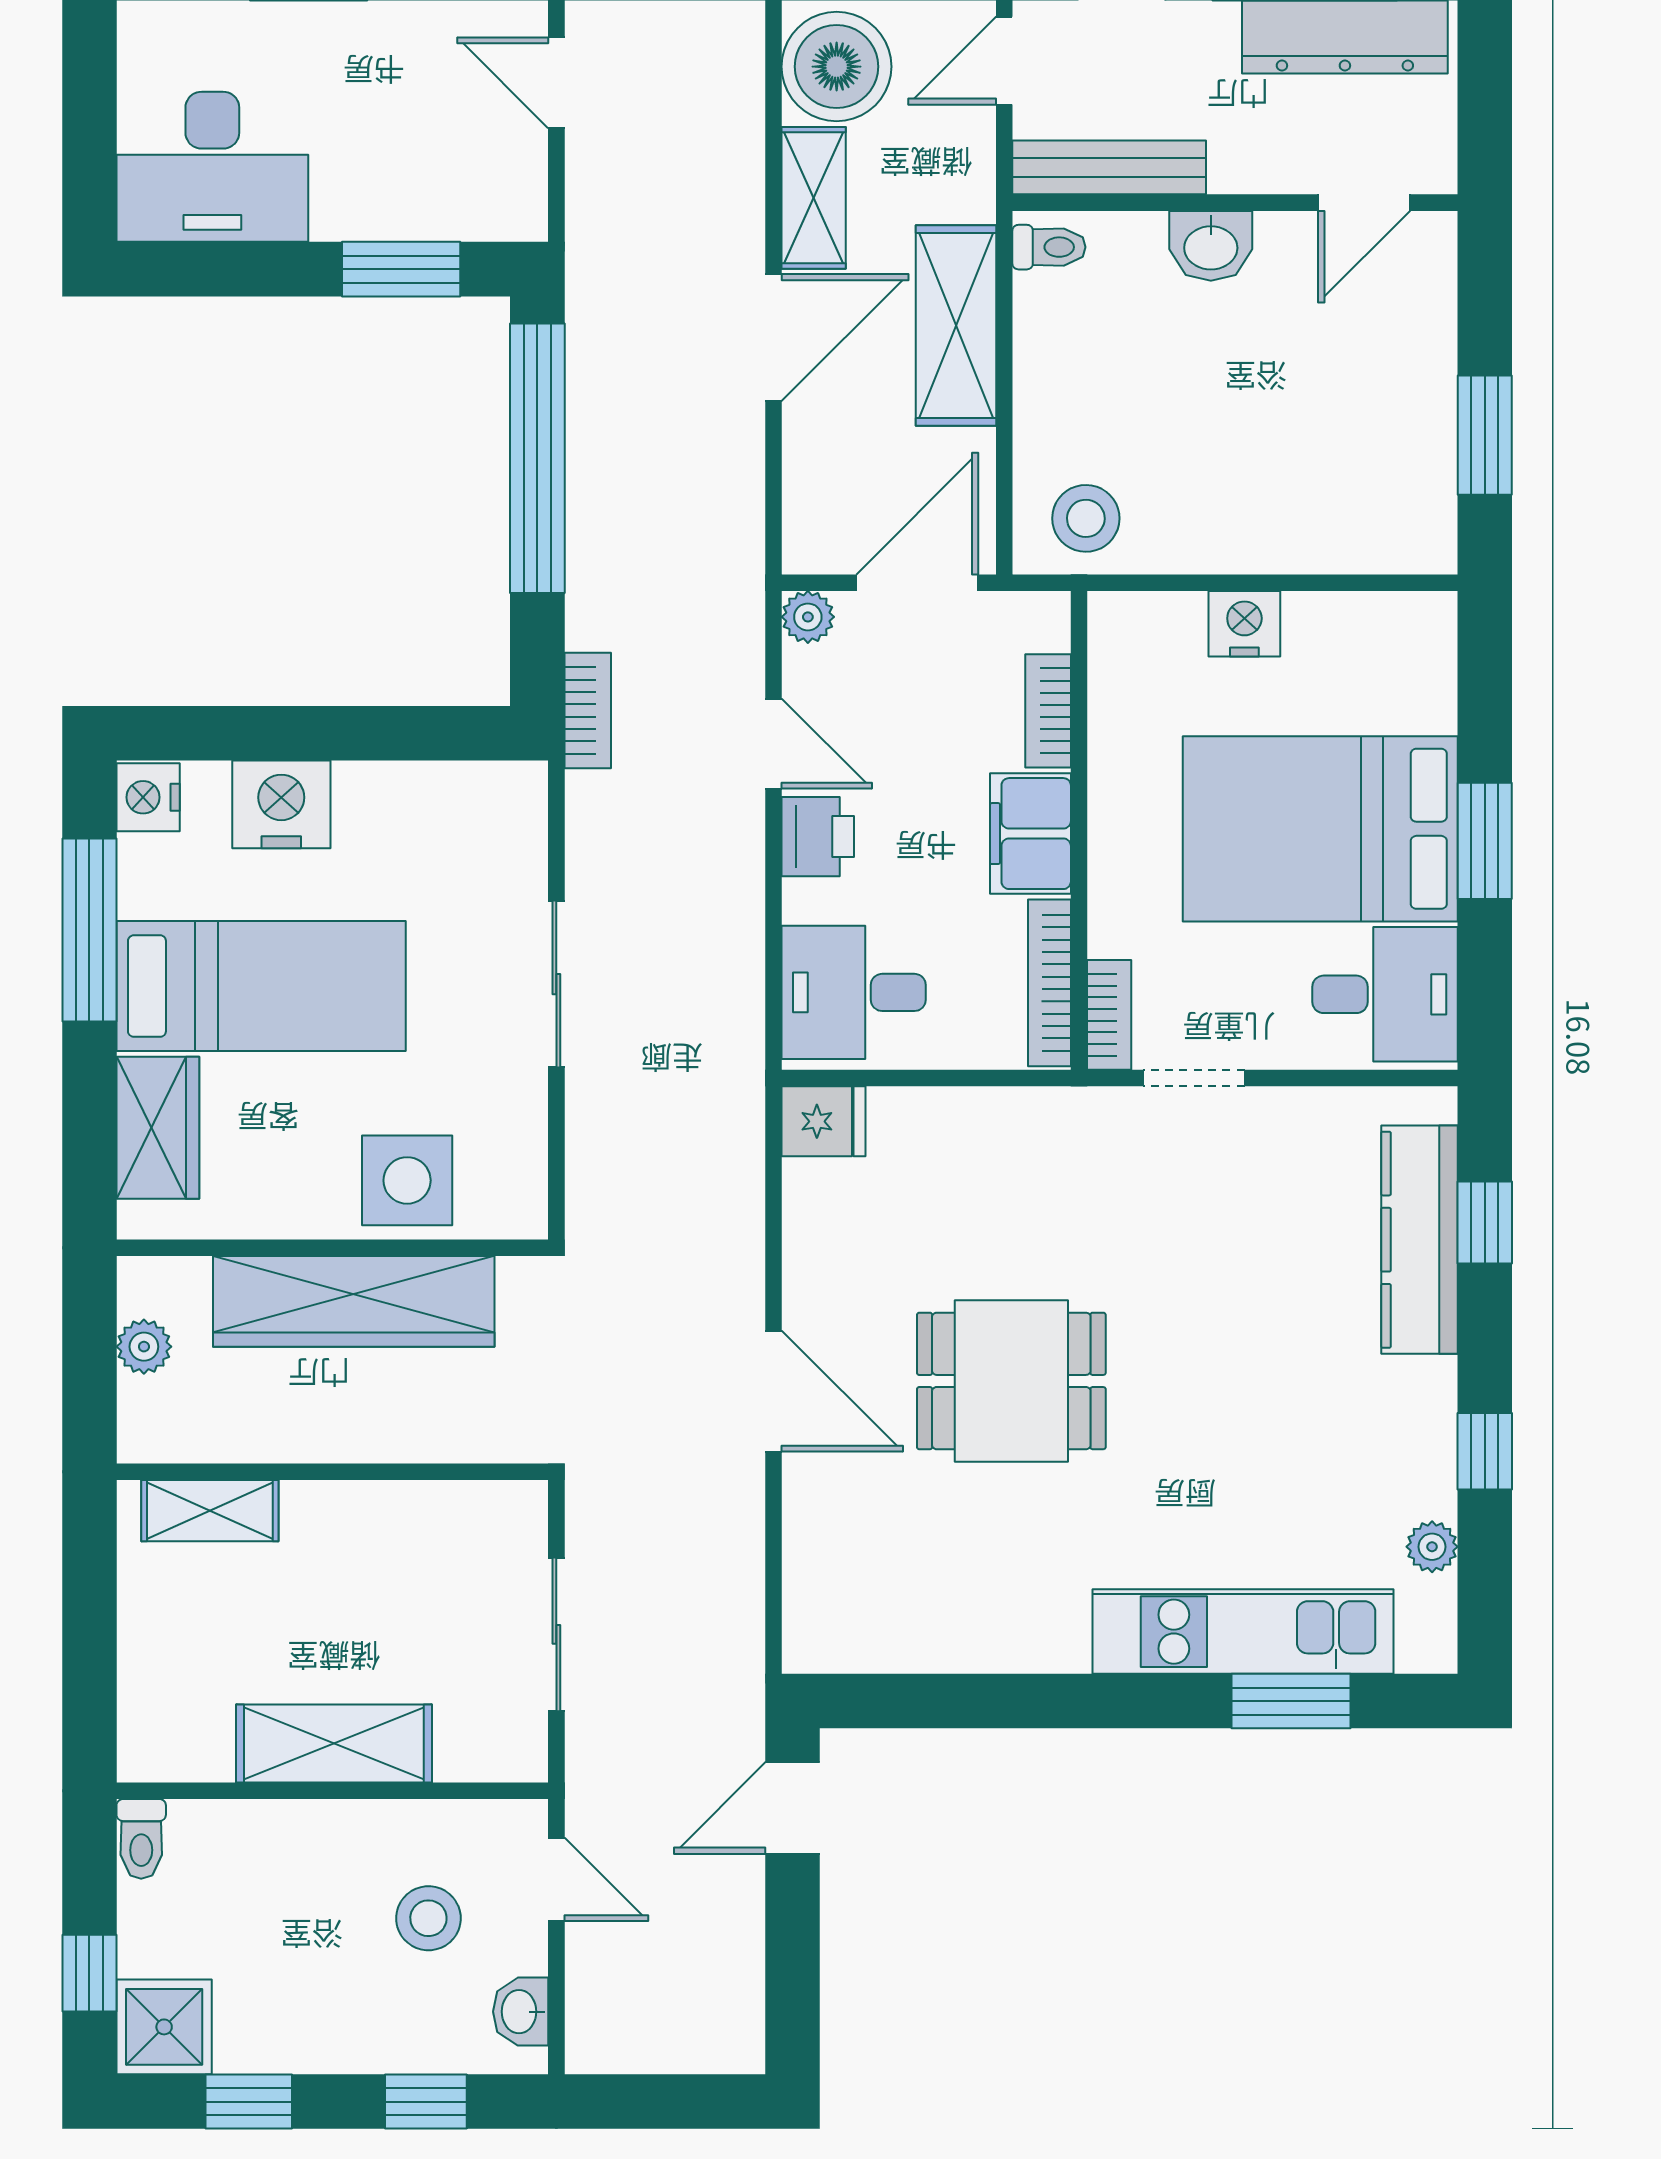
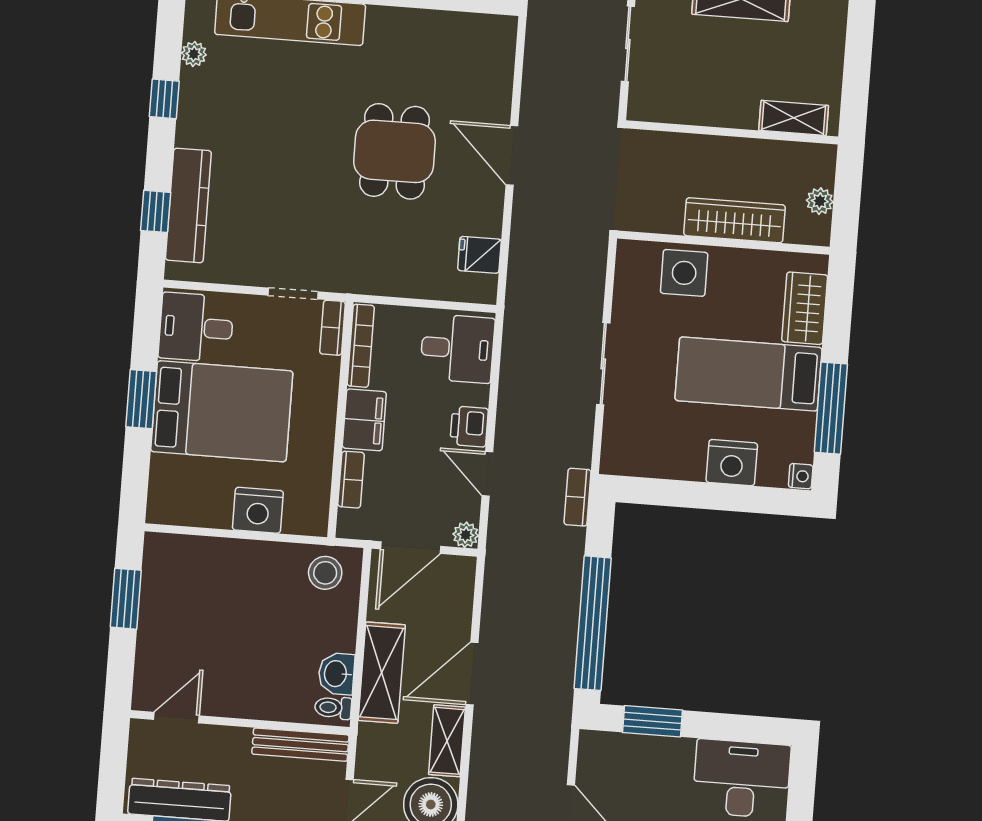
washbasin: (1211, 246) -> (336, 674), moved, turned -90
nightstand: (1244, 624) -> (258, 510), width x1.36, depth x1.33
nightstand: (148, 797) -> (801, 476), width x0.72, depth x0.74
fridge: (824, 1121) -> (479, 255), moved
wardrobe: (354, 1301) -> (734, 220), width x0.71, depth x0.85
dining table: (1011, 1381) -> (395, 151), turned 90

